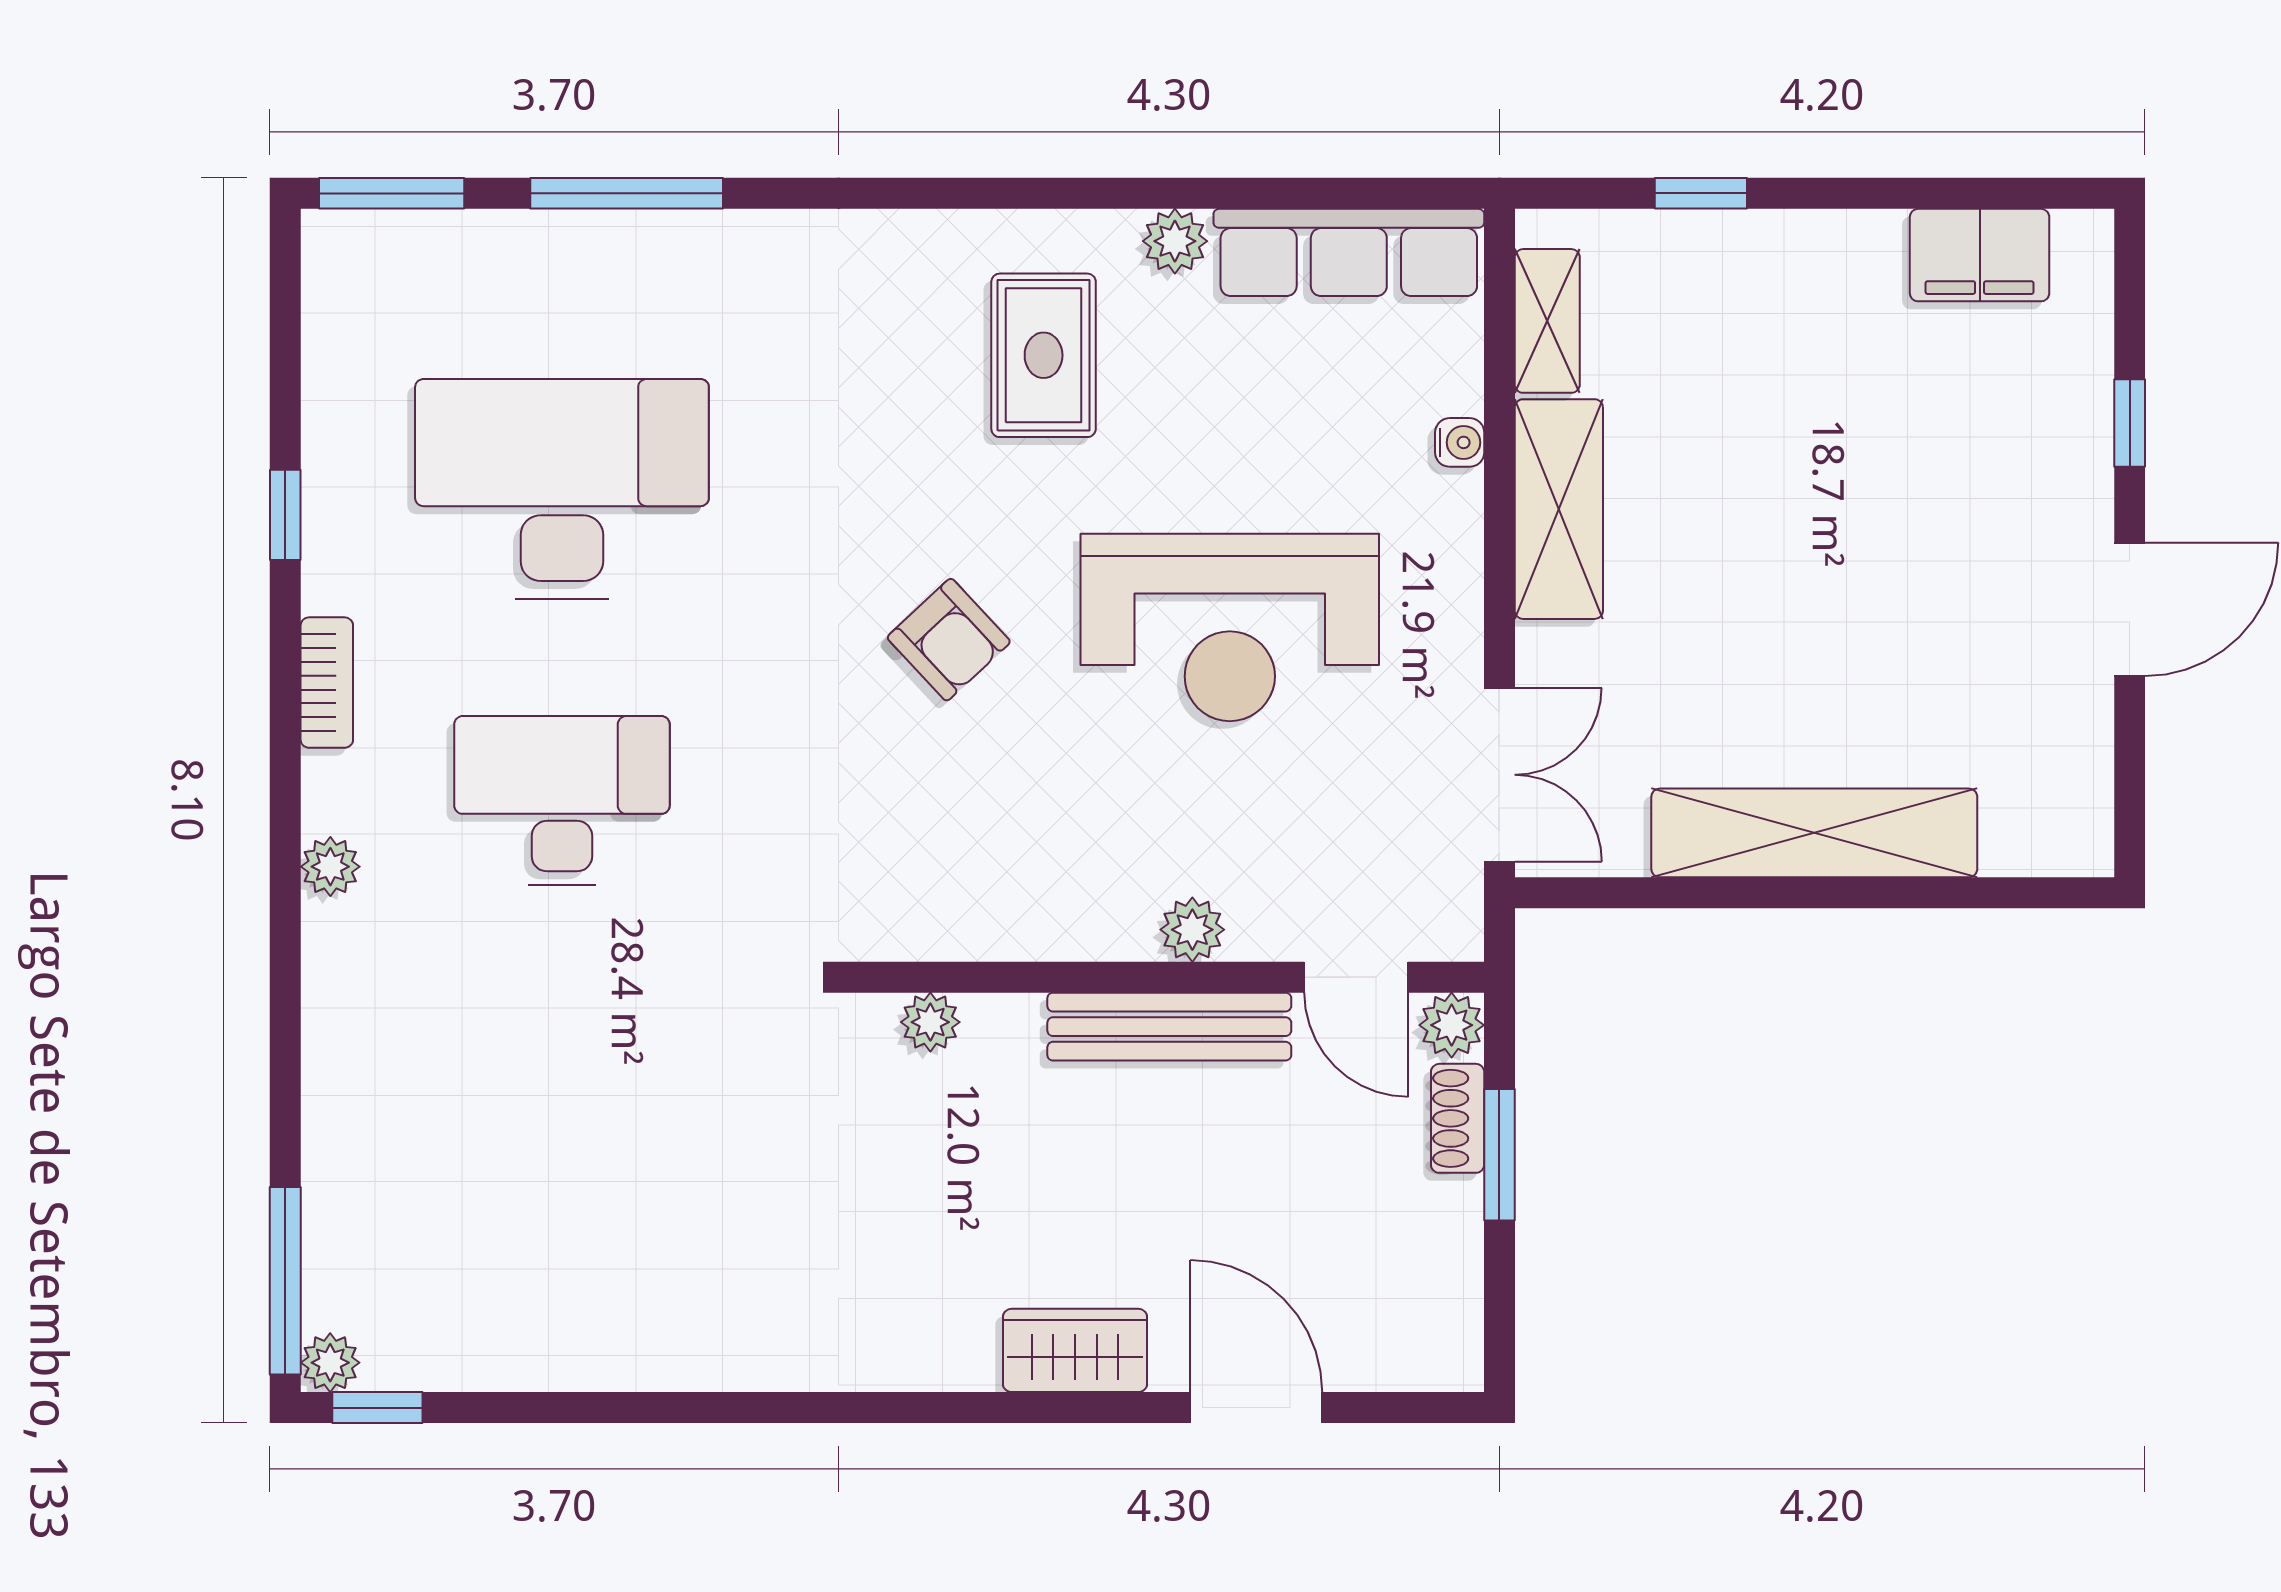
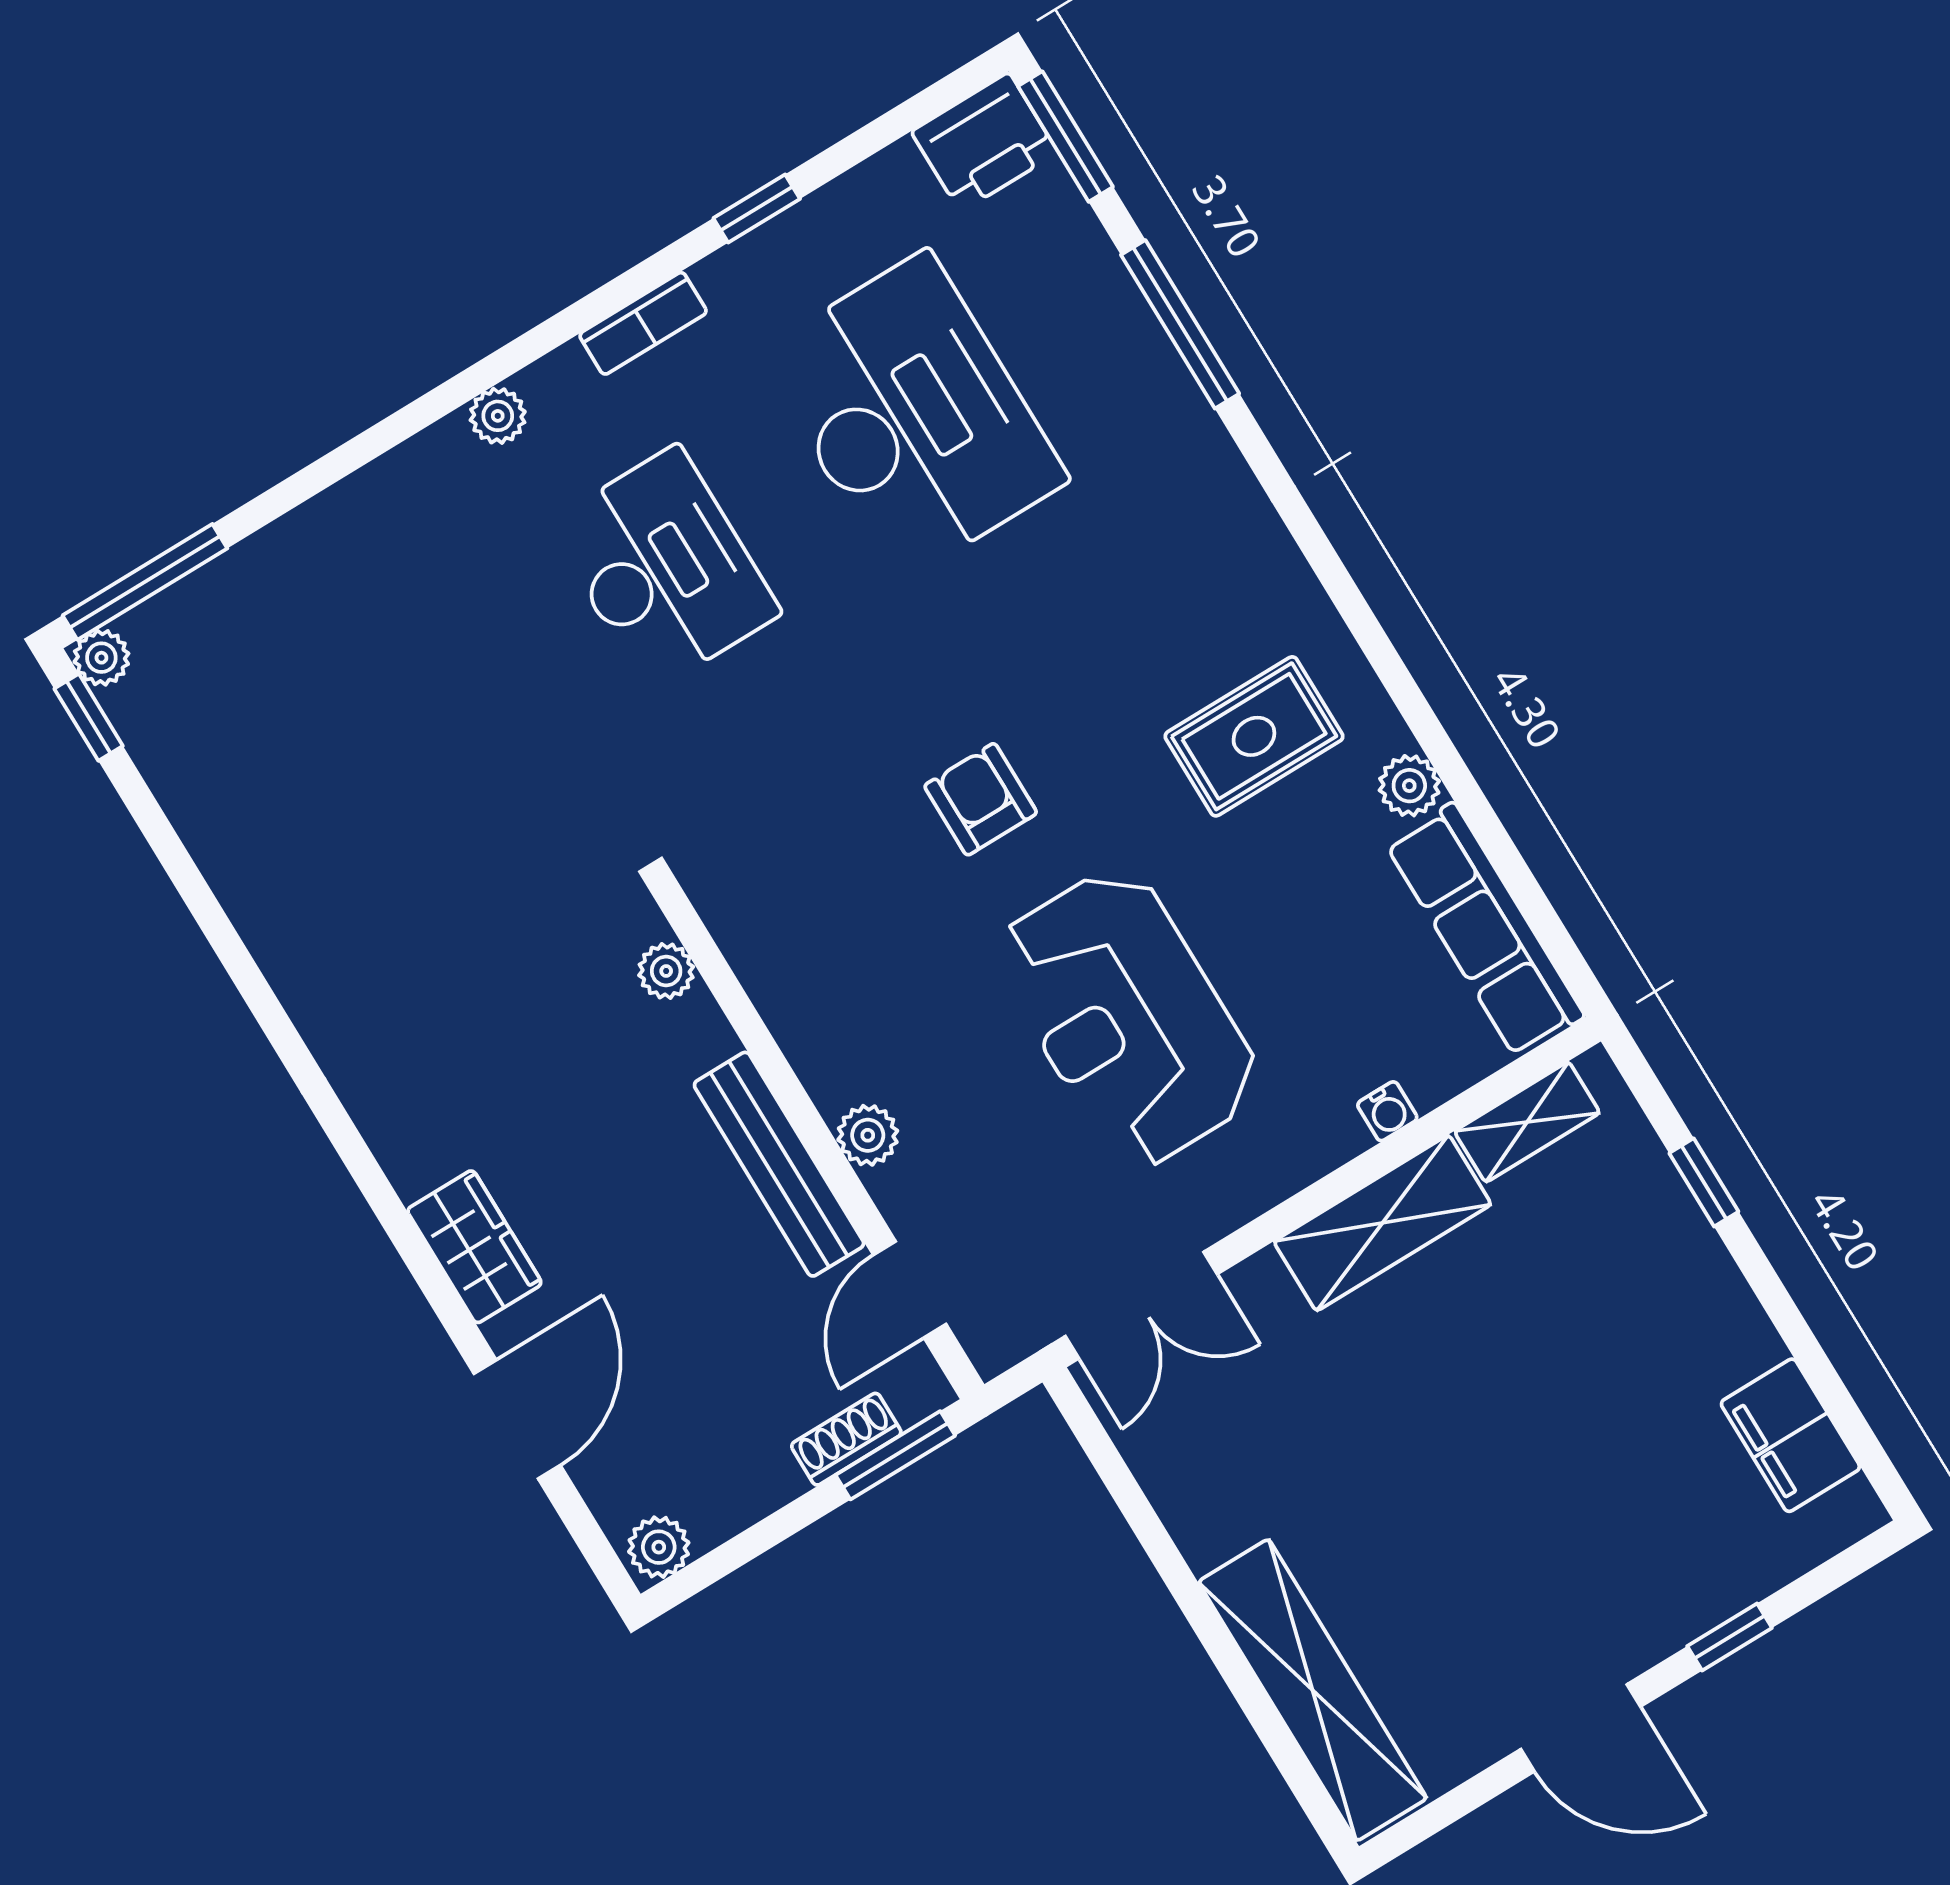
printer: (352, 270) -> (985, 142), added
armchair: (949, 640) -> (981, 799), turned 133
shelving: (1814, 833) -> (1312, 1690), moved
plant: (1452, 1025) -> (659, 1547), moved
window: (1499, 1155) -> (895, 1455), moved

